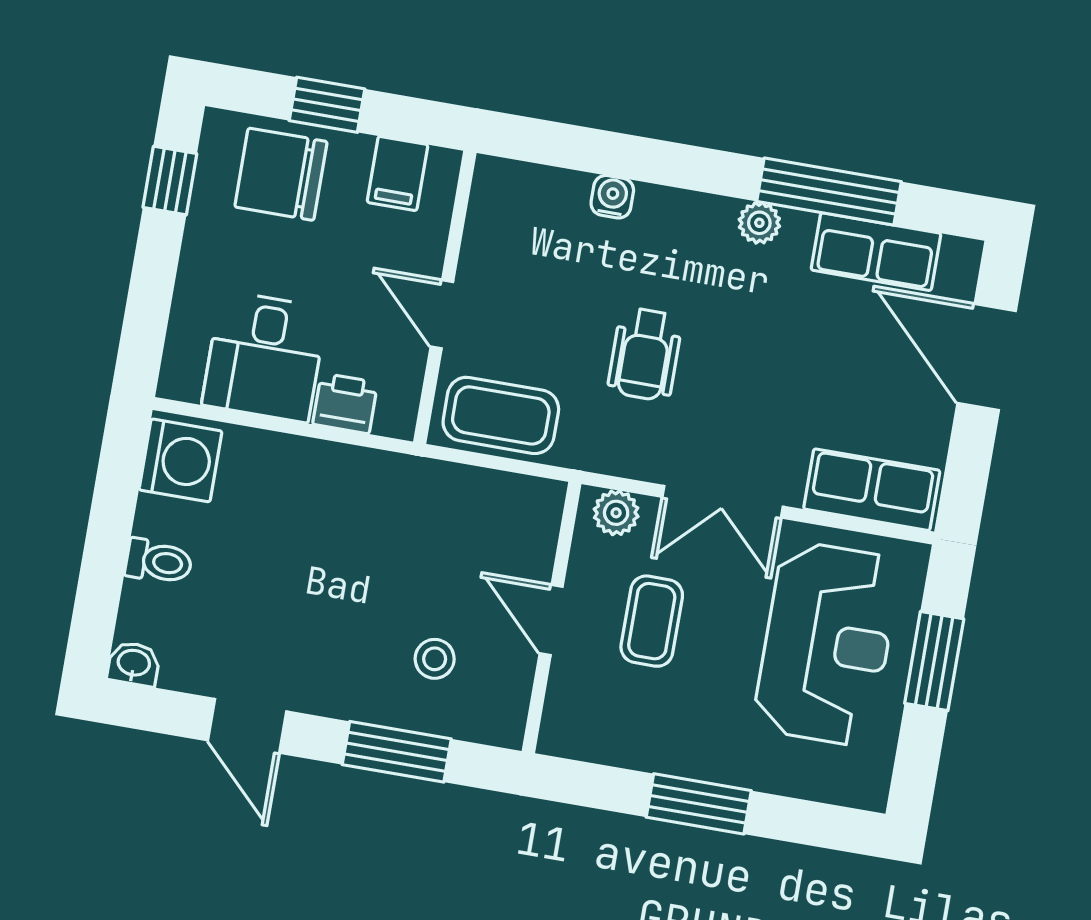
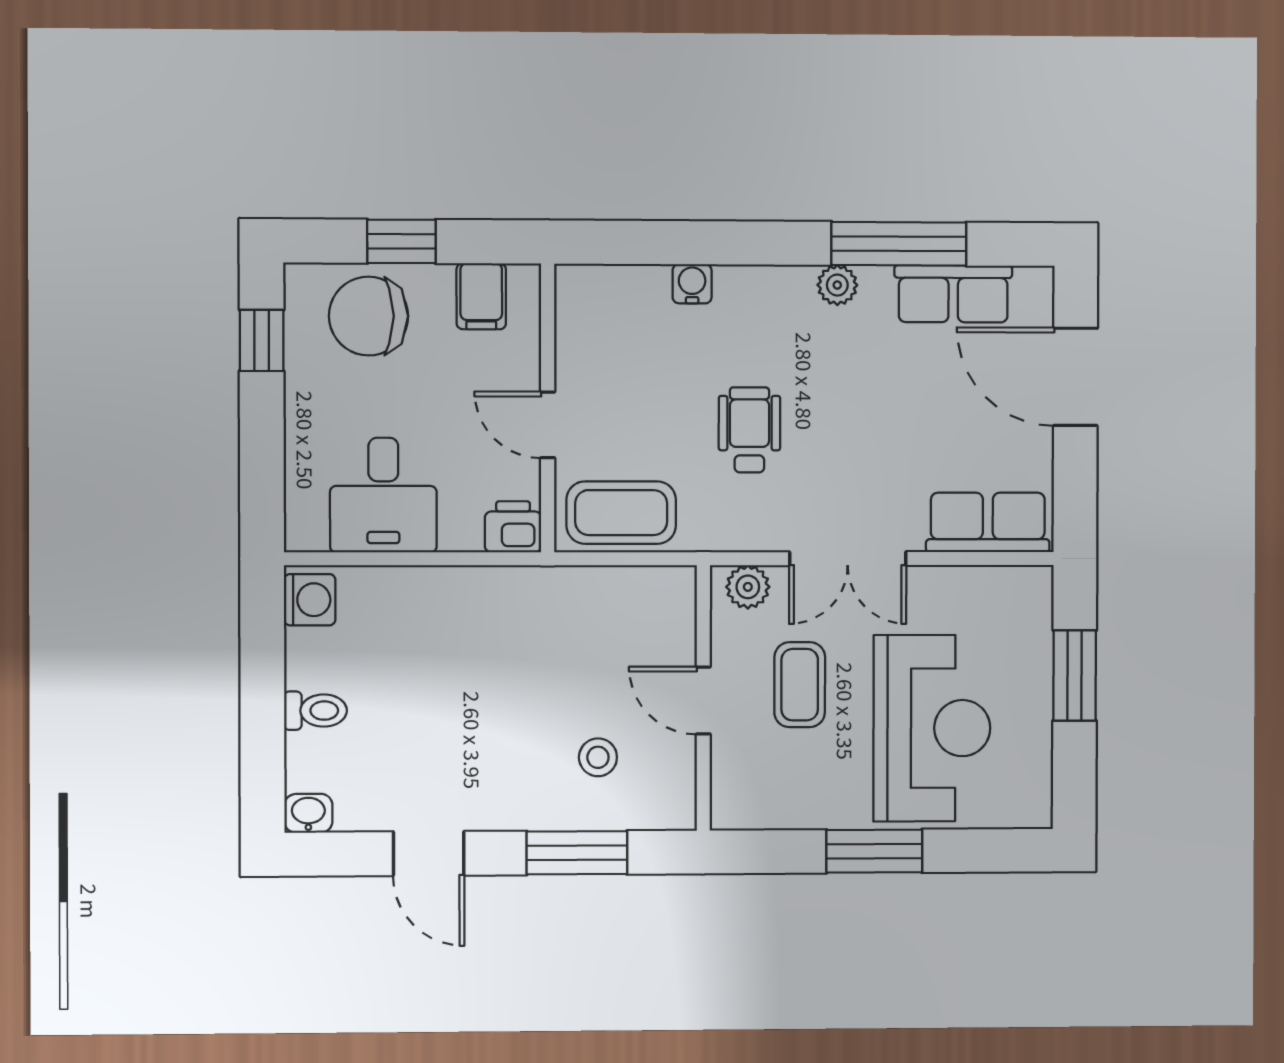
wheelchair: (645, 354) -> (749, 430), turned 180
printer: (345, 403) -> (513, 527), moved
washing machine: (181, 460) -> (310, 600), width x0.73, depth x0.73
reception desk: (827, 644) -> (932, 728), moved

